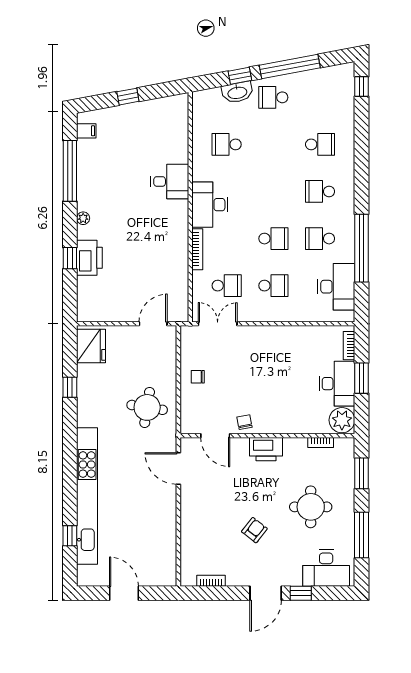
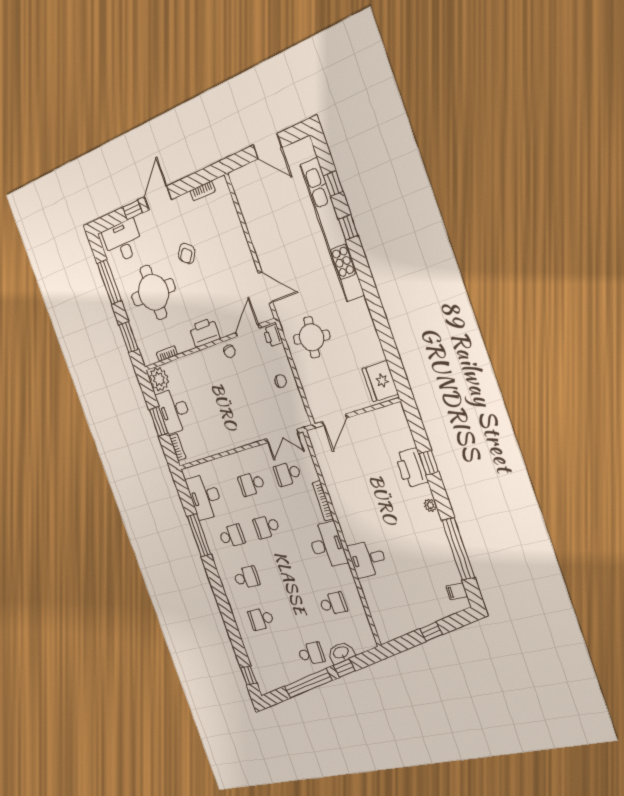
window: (362, 248) -> (199, 535), width x0.68
window: (70, 387) -> (348, 227), moved
printer: (189, 422) -> (273, 336), added
door: (215, 436) -> (248, 330), hinge flipped
round table: (311, 507) -> (153, 292), width x1.36, depth x1.36

